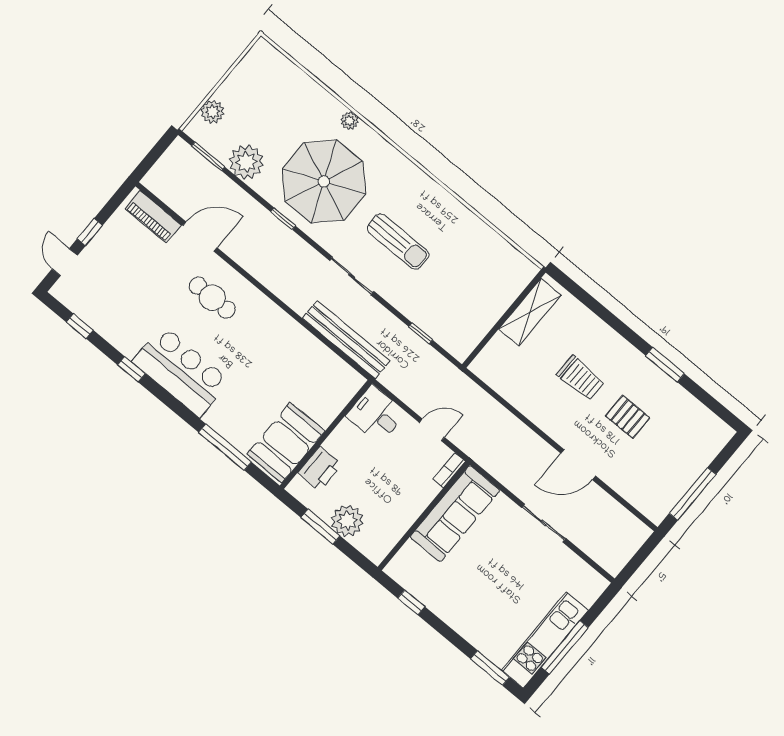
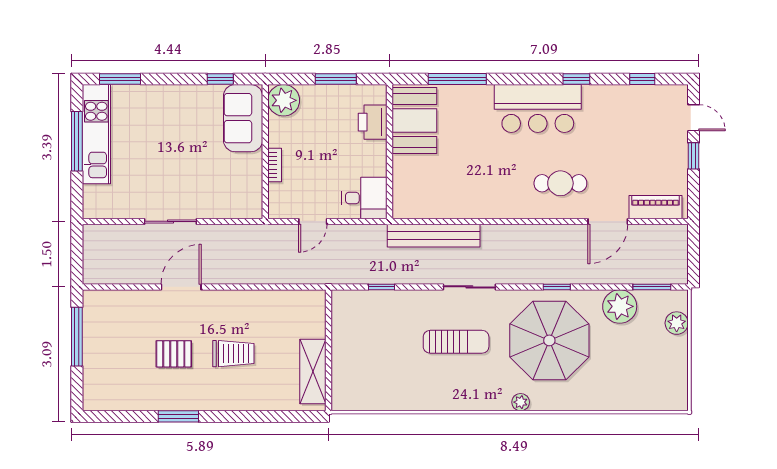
plant: (350, 121) -> (521, 402), moved
sun lounger: (398, 242) -> (456, 342), turned 180
trolley: (581, 378) -> (233, 354), turned 180
bookcase: (449, 470) -> (275, 165), moved
sofa: (455, 514) -> (243, 118), moved, width x0.73
plant: (347, 521) -> (284, 100), moved

